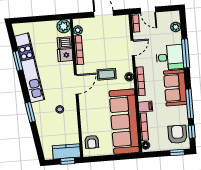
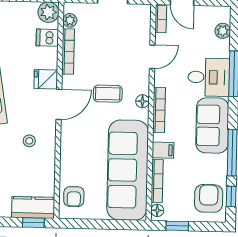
fridge: (65, 55) -> (46, 79), moved
window: (177, 152) -> (177, 226), moved

